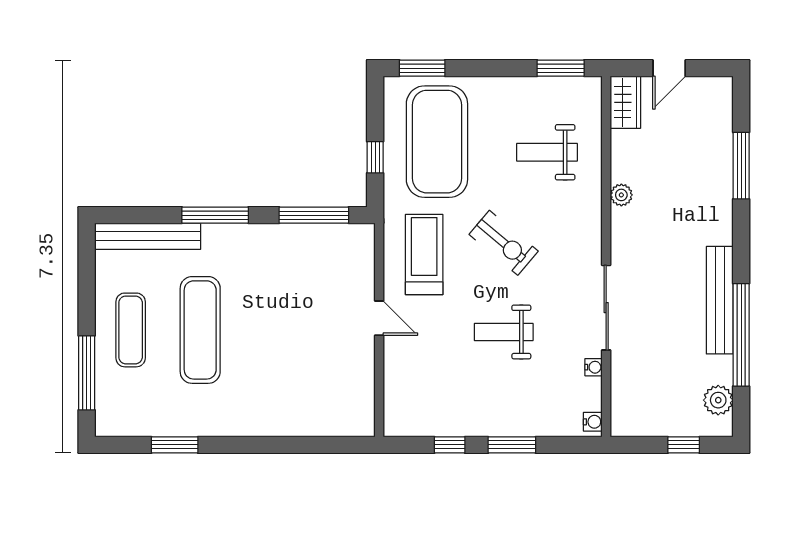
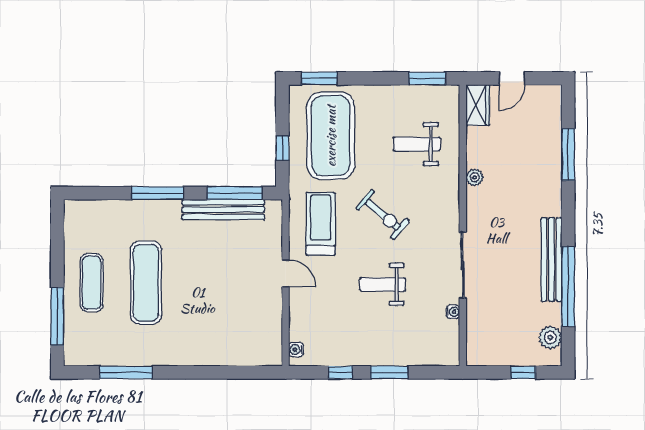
bench: (148, 236) -> (223, 210), moved
water cooler: (593, 422) -> (296, 350), moved, turned 180
window: (175, 445) -> (126, 372), width x1.44

